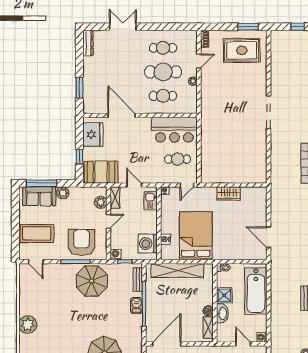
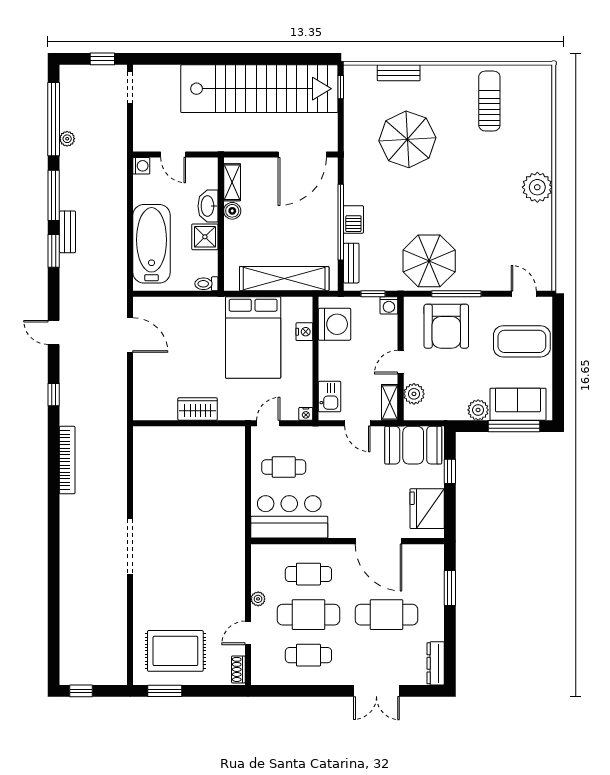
cafe table: (117, 72) -> (386, 615), added

